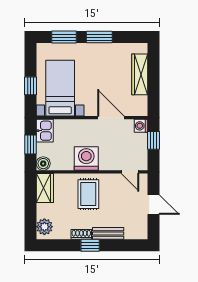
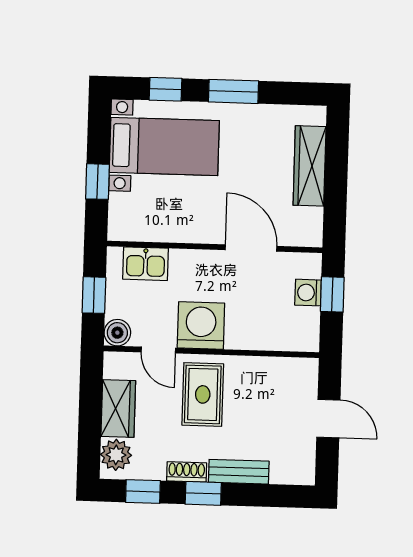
window: (64, 37) -> (165, 89), width x0.67
bed with nightstands: (60, 88) -> (164, 146), moved, turned 90
washing machine: (141, 126) -> (308, 293), moved
kitchen sink: (45, 131) -> (145, 264), moved, turned 90
door: (130, 172) -> (158, 350), moved
wardrobe: (45, 188) -> (118, 408), moved
window: (59, 245) -> (143, 491), added

